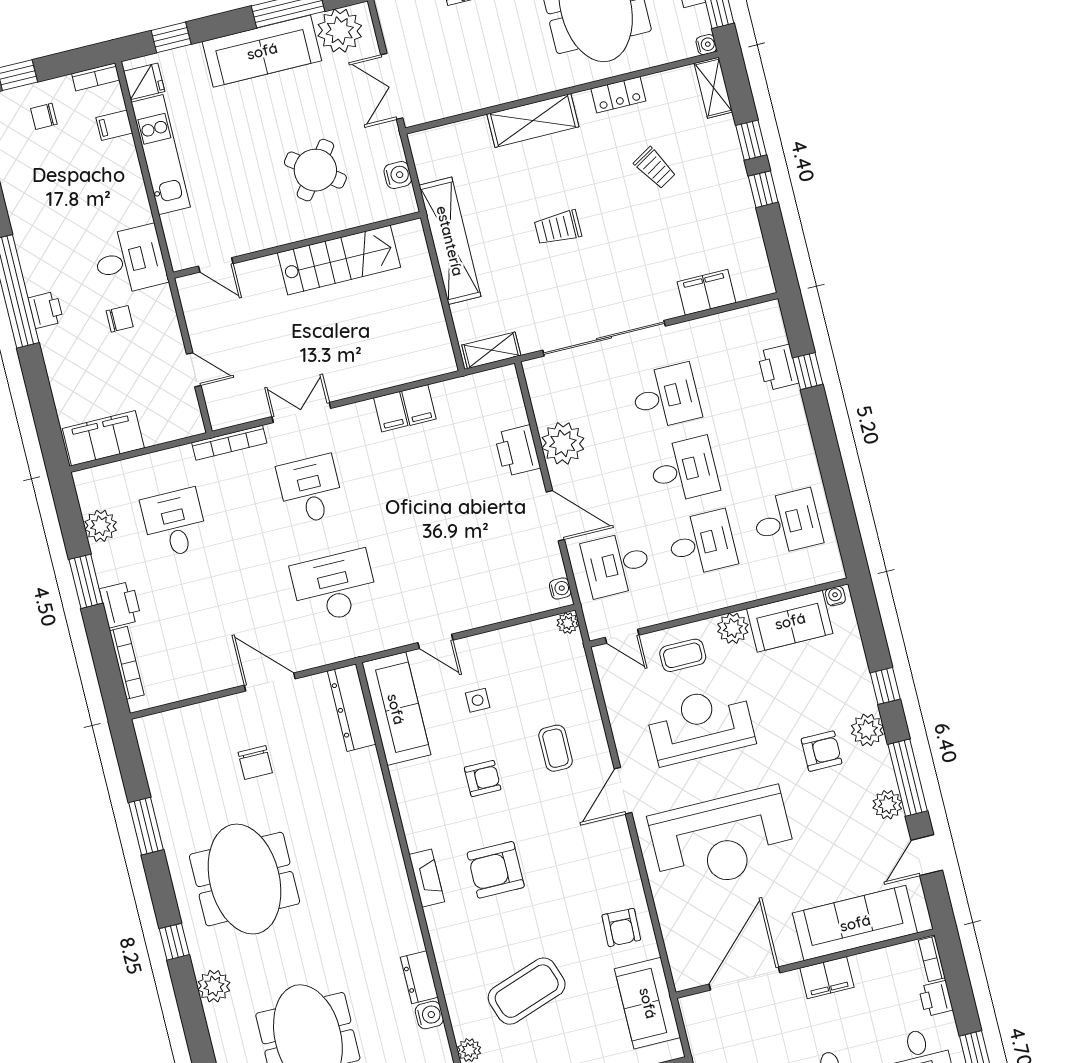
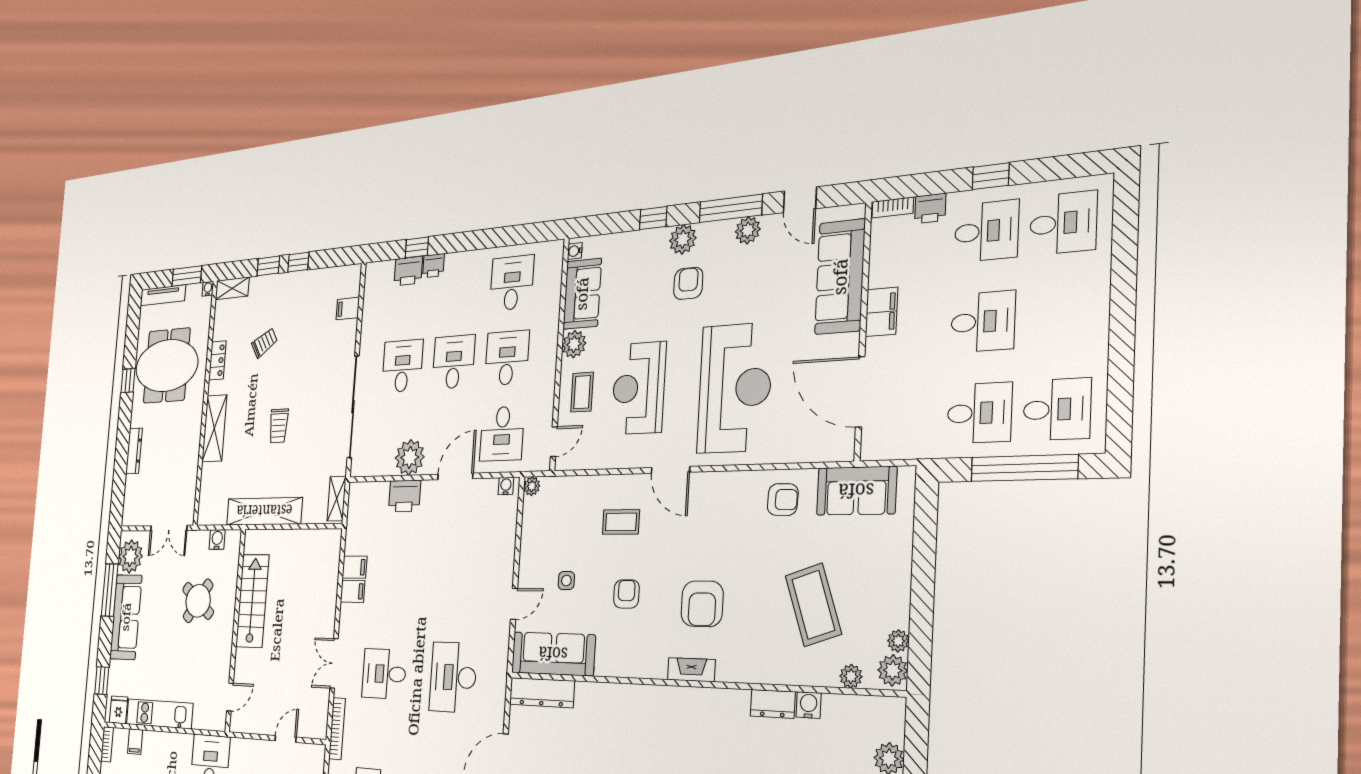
filing cabinet: (707, 292) -> (348, 308), width x0.50
printer: (790, 403) -> (434, 266), added

